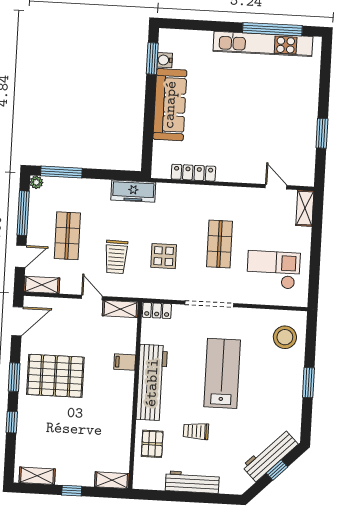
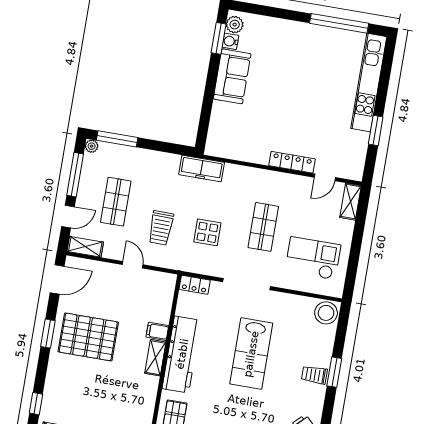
plant: (167, 43) -> (235, 25), added
kitchen unit: (263, 44) -> (369, 83), moved, turned 90
sofa: (170, 105) -> (232, 76), width x0.73
locker: (193, 173) -> (292, 162), moved
door: (276, 187) -> (325, 177), swing flipped
freezer: (133, 191) -> (202, 168), moved
shelving: (120, 309) -> (155, 358), moved, turned 90
stool: (285, 337) -> (326, 313), moved
lab bench: (222, 373) -> (251, 354), turned 180
window: (12, 422) -> (36, 404), moved
trolley: (196, 431) -> (314, 375), moved

